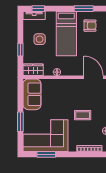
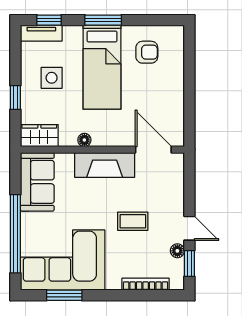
window: (84, 9) -> (103, 20), moved
fireplace: (68, 85) -> (105, 165), added
window: (20, 122) -> (15, 234), width x2.11

